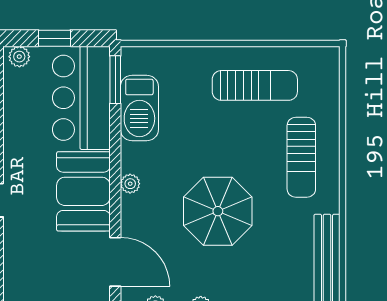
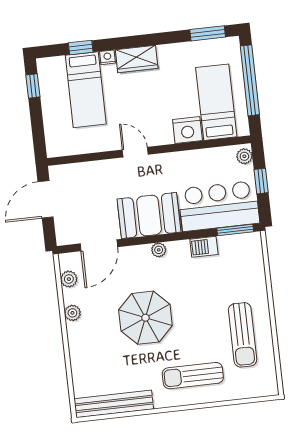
barbecue: (139, 108) -> (204, 247), width x0.53, depth x0.65

